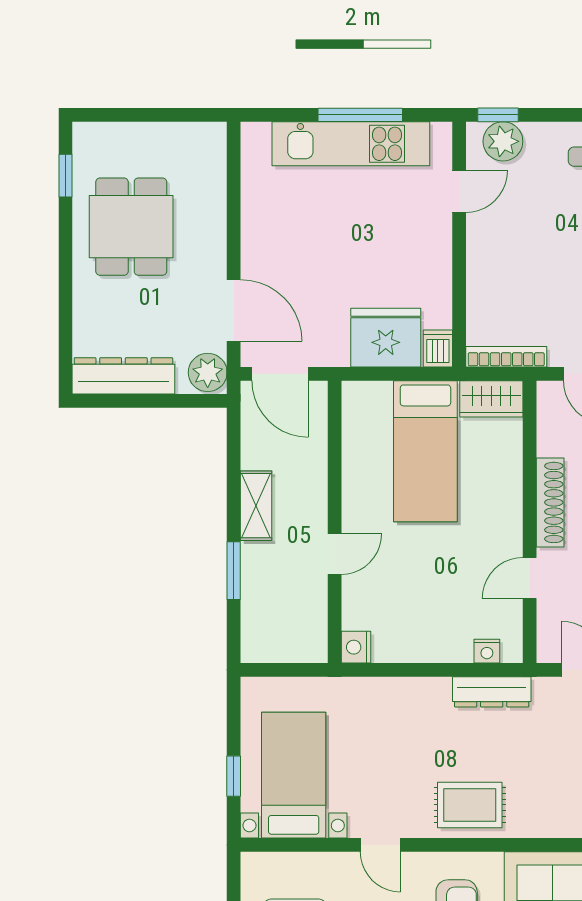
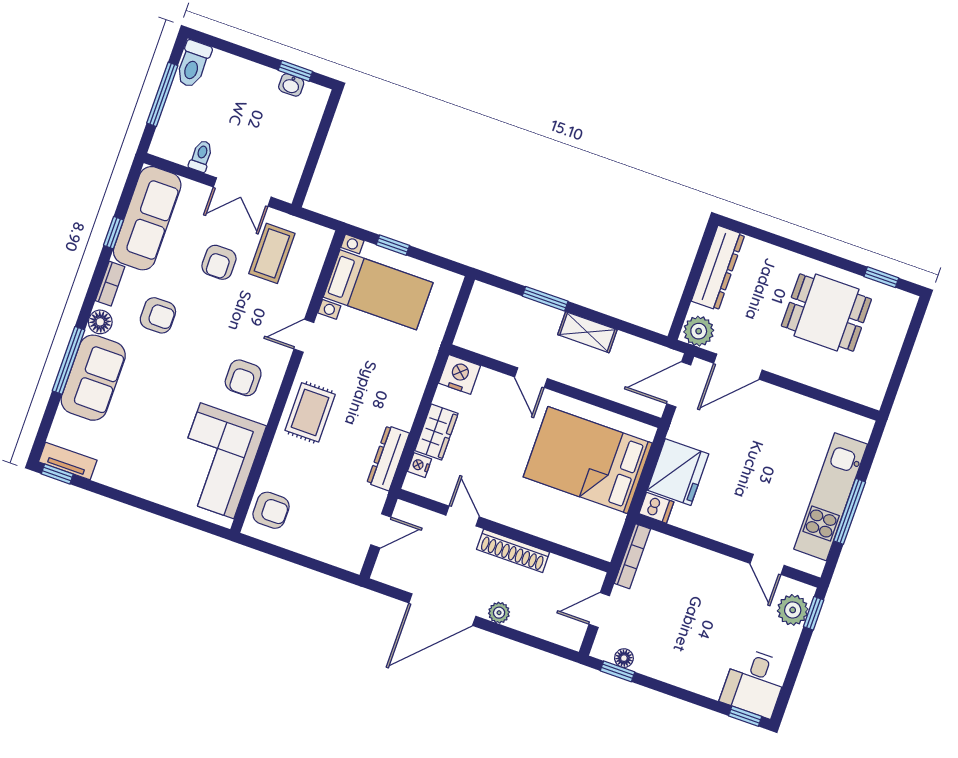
wardrobe: (491, 399) -> (436, 432), moved, turned 180
bed: (425, 451) -> (588, 460), width x1.50
nightstand: (356, 647) -> (460, 374), width x1.36, depth x1.33

